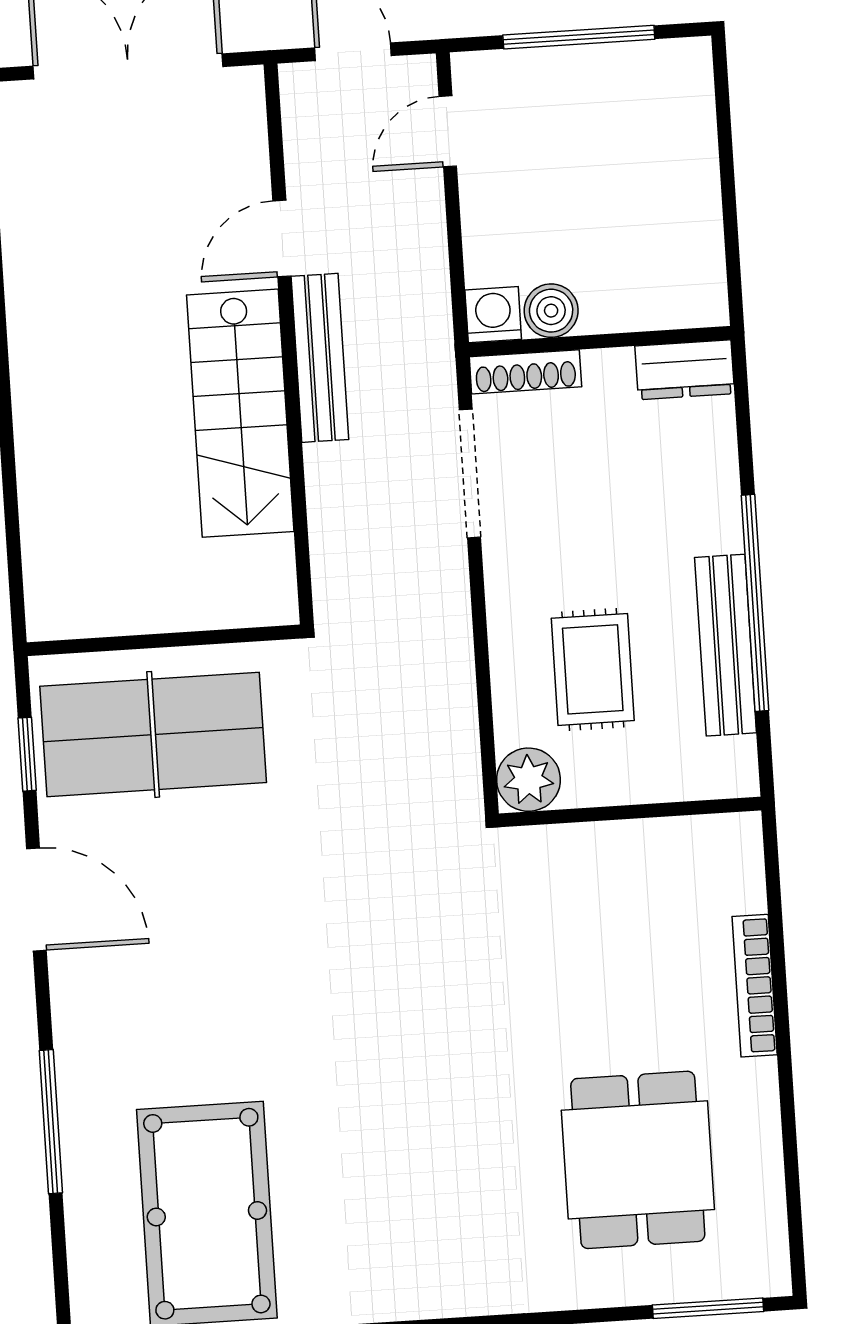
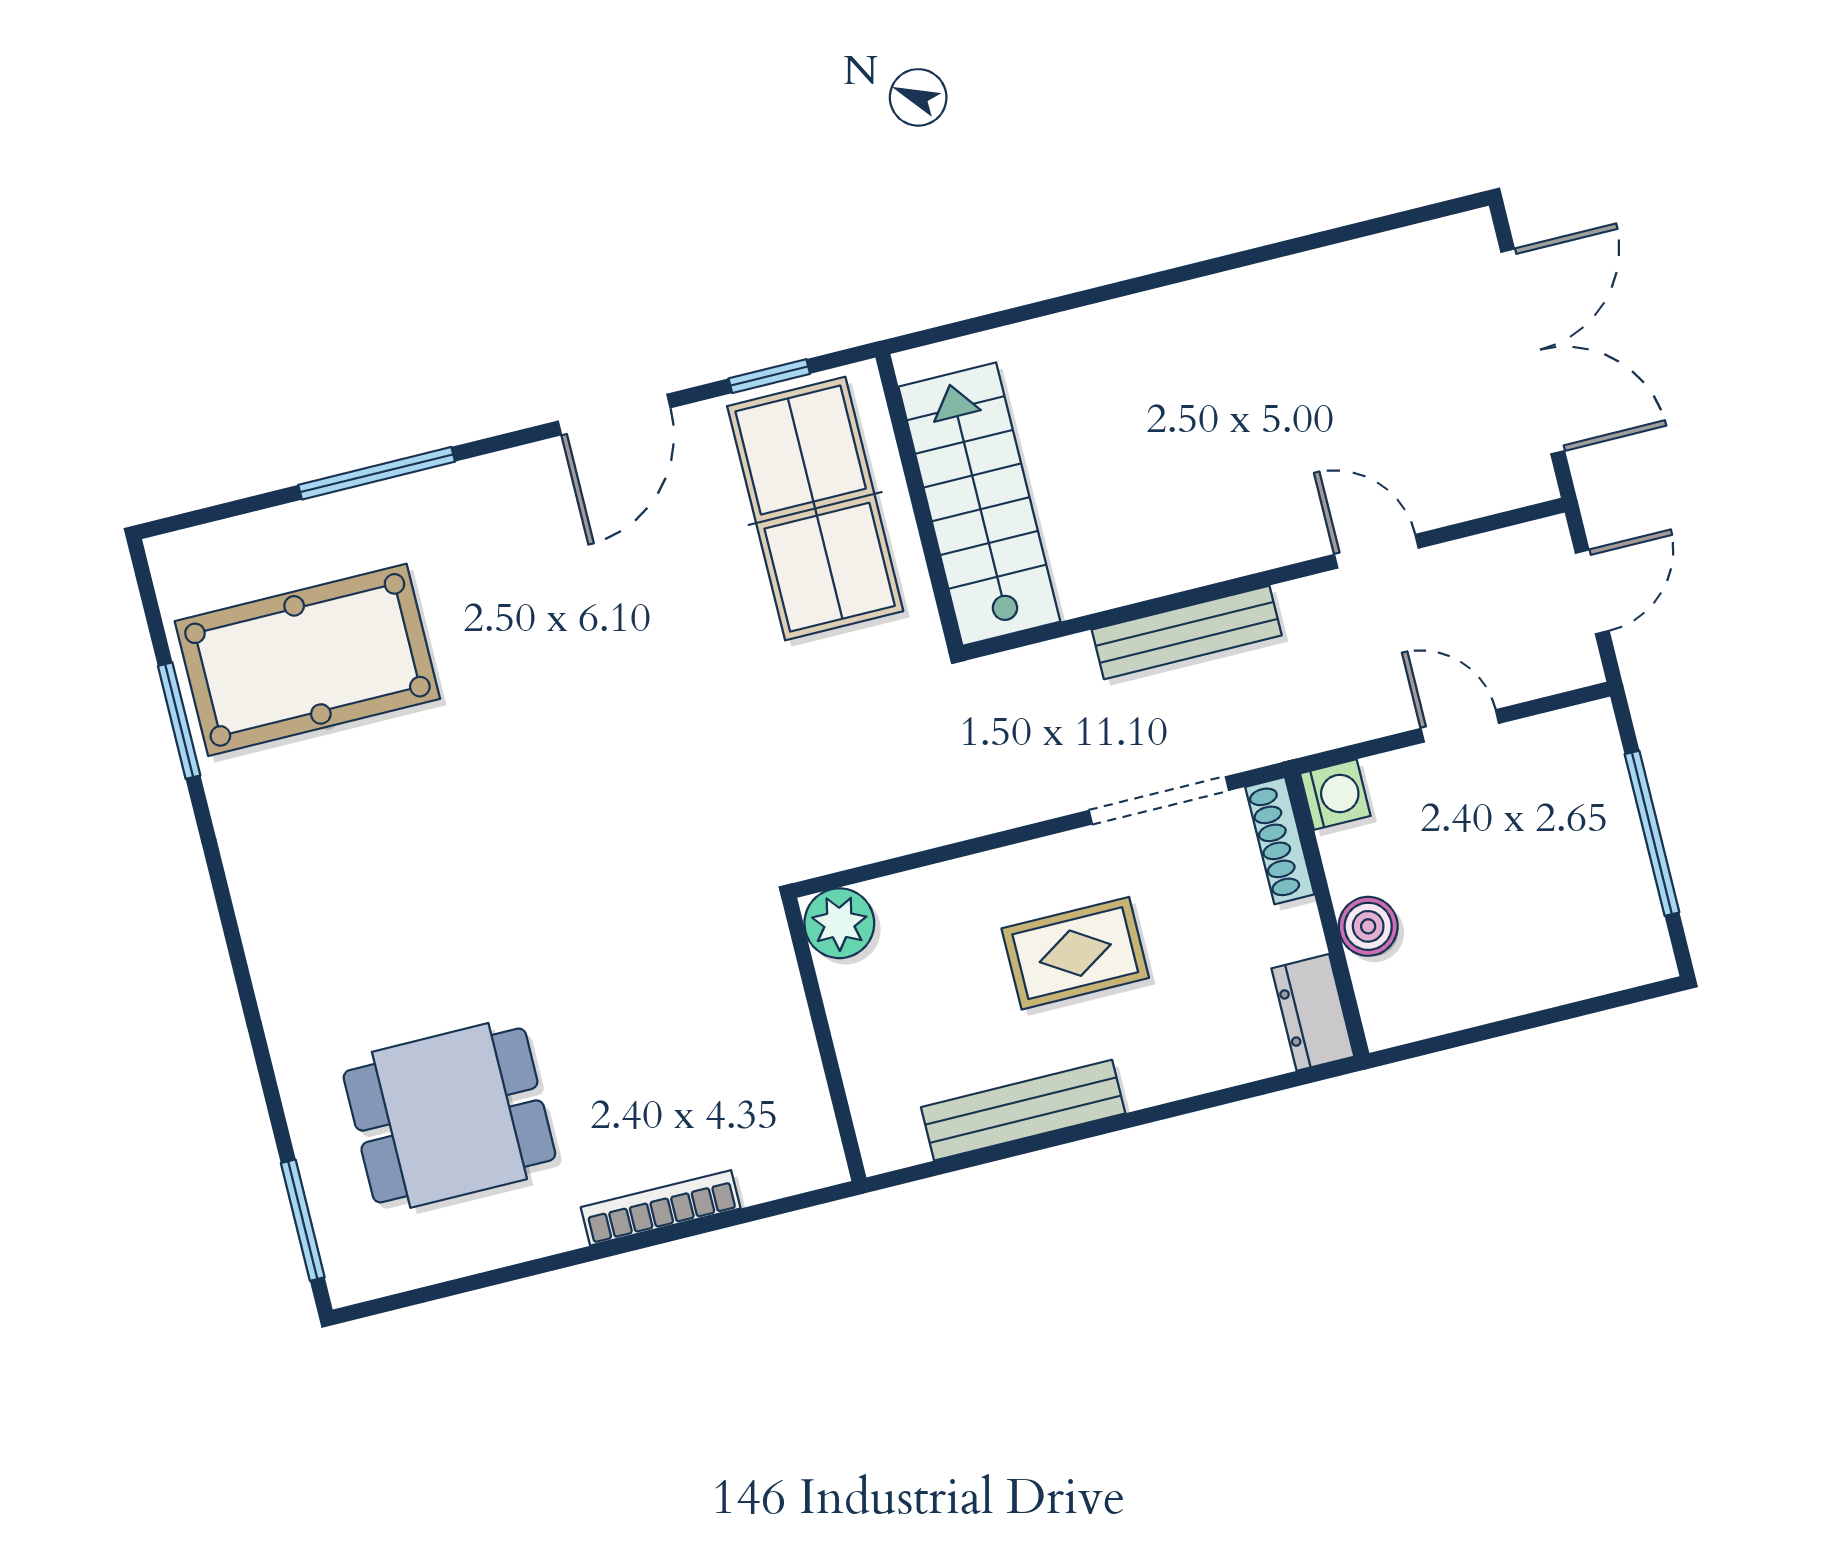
door: (448, 131) -> (1460, 726), moved
boiler: (551, 311) -> (1368, 926), moved
bench: (320, 358) -> (1187, 632), moved
stairs: (240, 413) -> (979, 504), moved, turned 90
window: (755, 603) -> (1074, 1134), removed
rug: (593, 669) -> (1075, 953), moved

